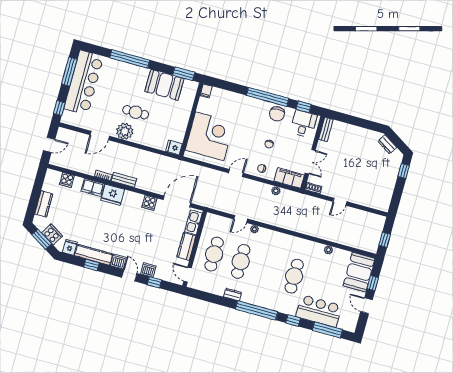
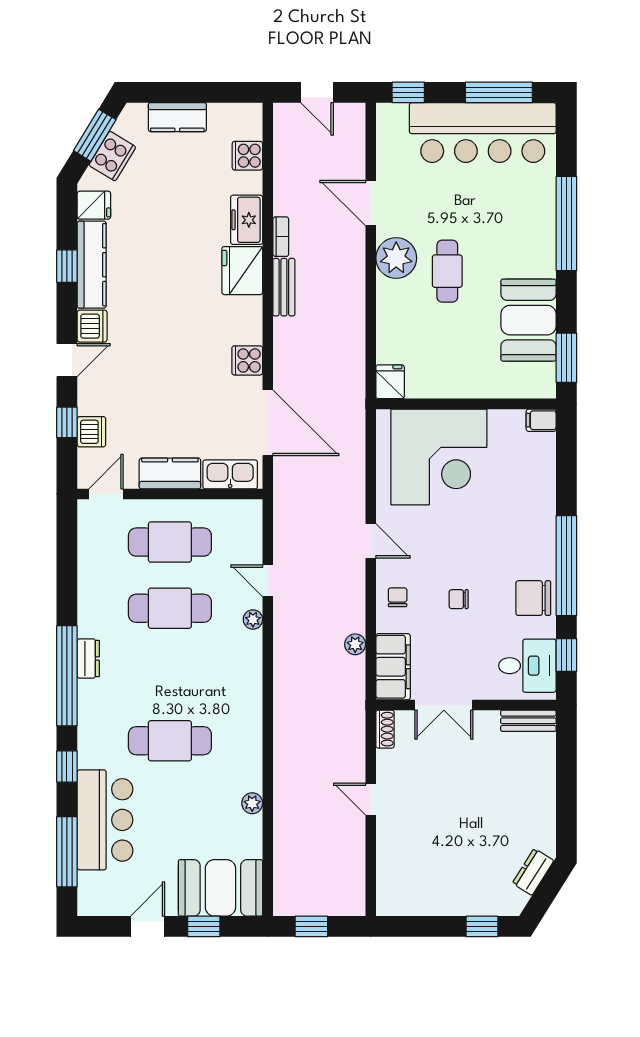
dishwasher: (148, 270) -> (91, 432), moved
dresser: (233, 295) -> (88, 659), moved

